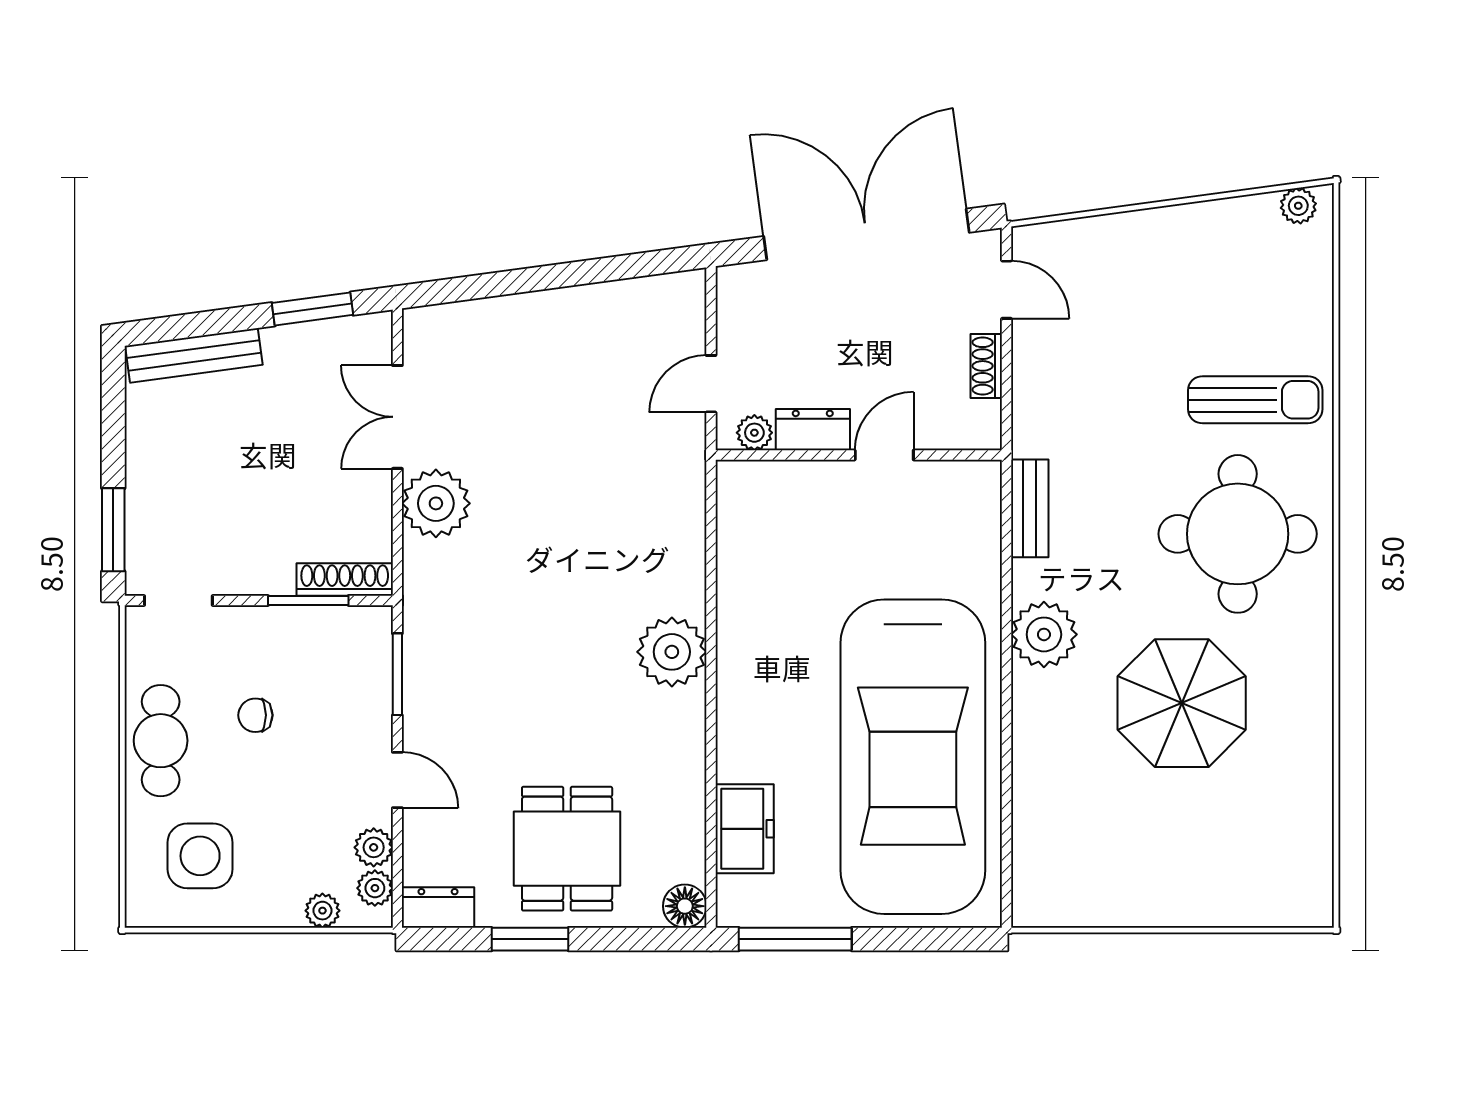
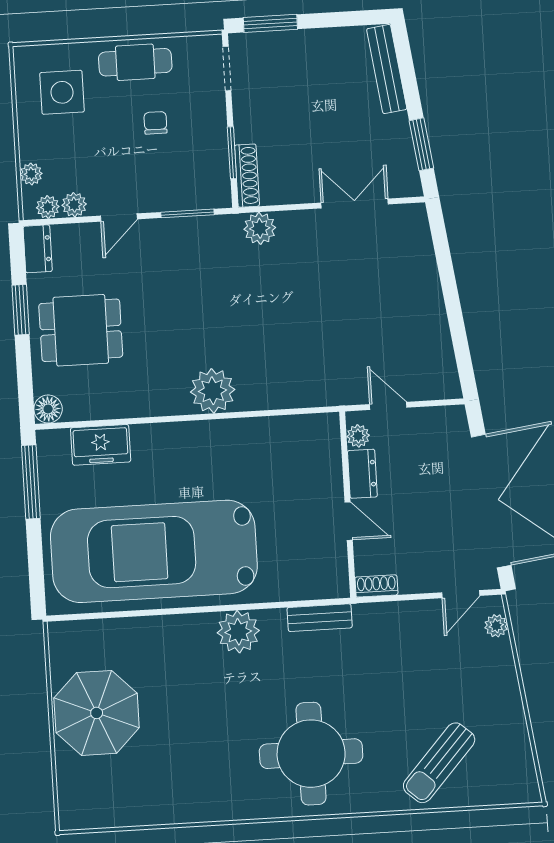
plant: (1298, 206) -> (496, 626), moved
shoe rack: (986, 366) -> (376, 586), moved
sun lounger: (1255, 400) -> (439, 763), moved, turned 42
plant: (436, 503) -> (260, 228), moved, width x0.73, depth x0.73
parasol: (1182, 703) -> (97, 713), moved

